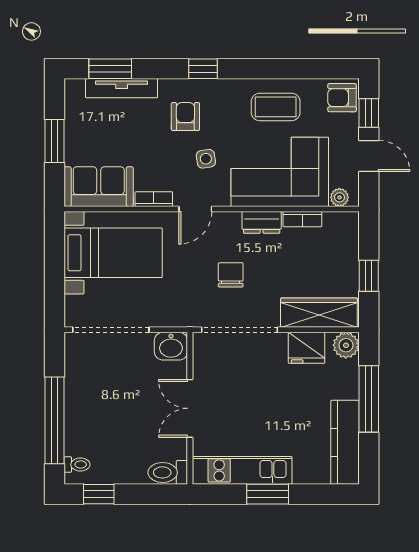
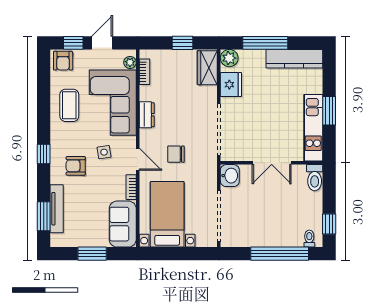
bookcase: (302, 219) -> (145, 72), moved
chair: (231, 275) -> (176, 154), moved
wardrobe: (319, 313) -> (207, 68), width x0.67

